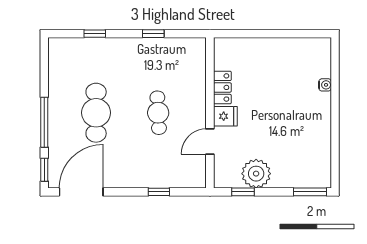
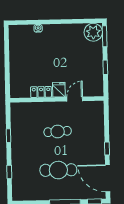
door: (210, 141) -> (75, 99), swing flipped
plant: (256, 174) -> (93, 32), moved
window: (159, 192) -> (107, 148), moved
window: (243, 192) -> (105, 67), moved

